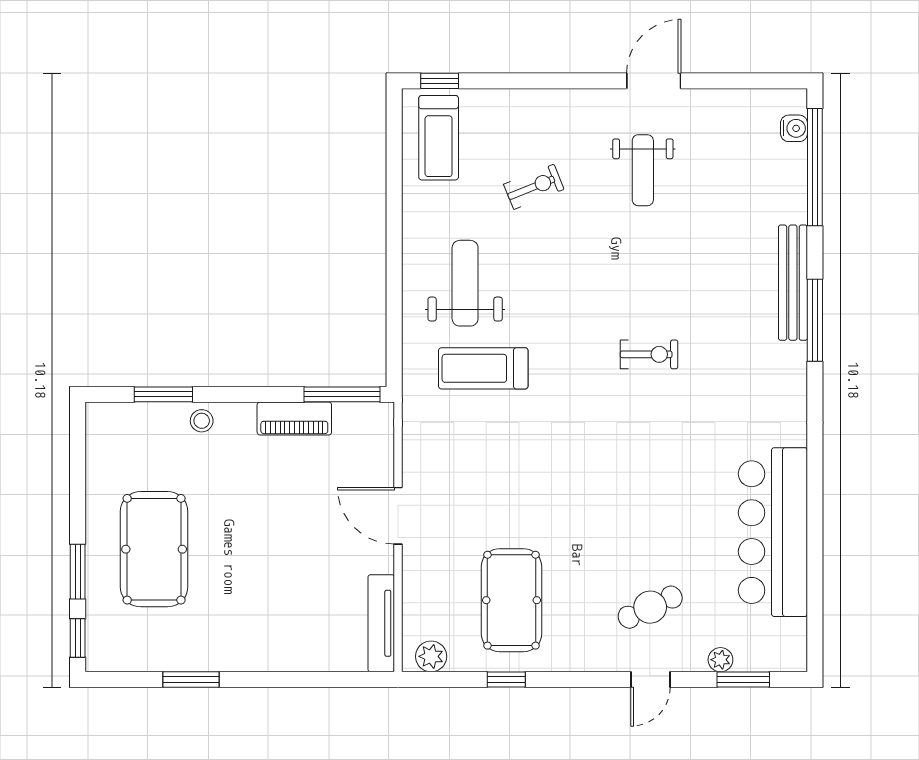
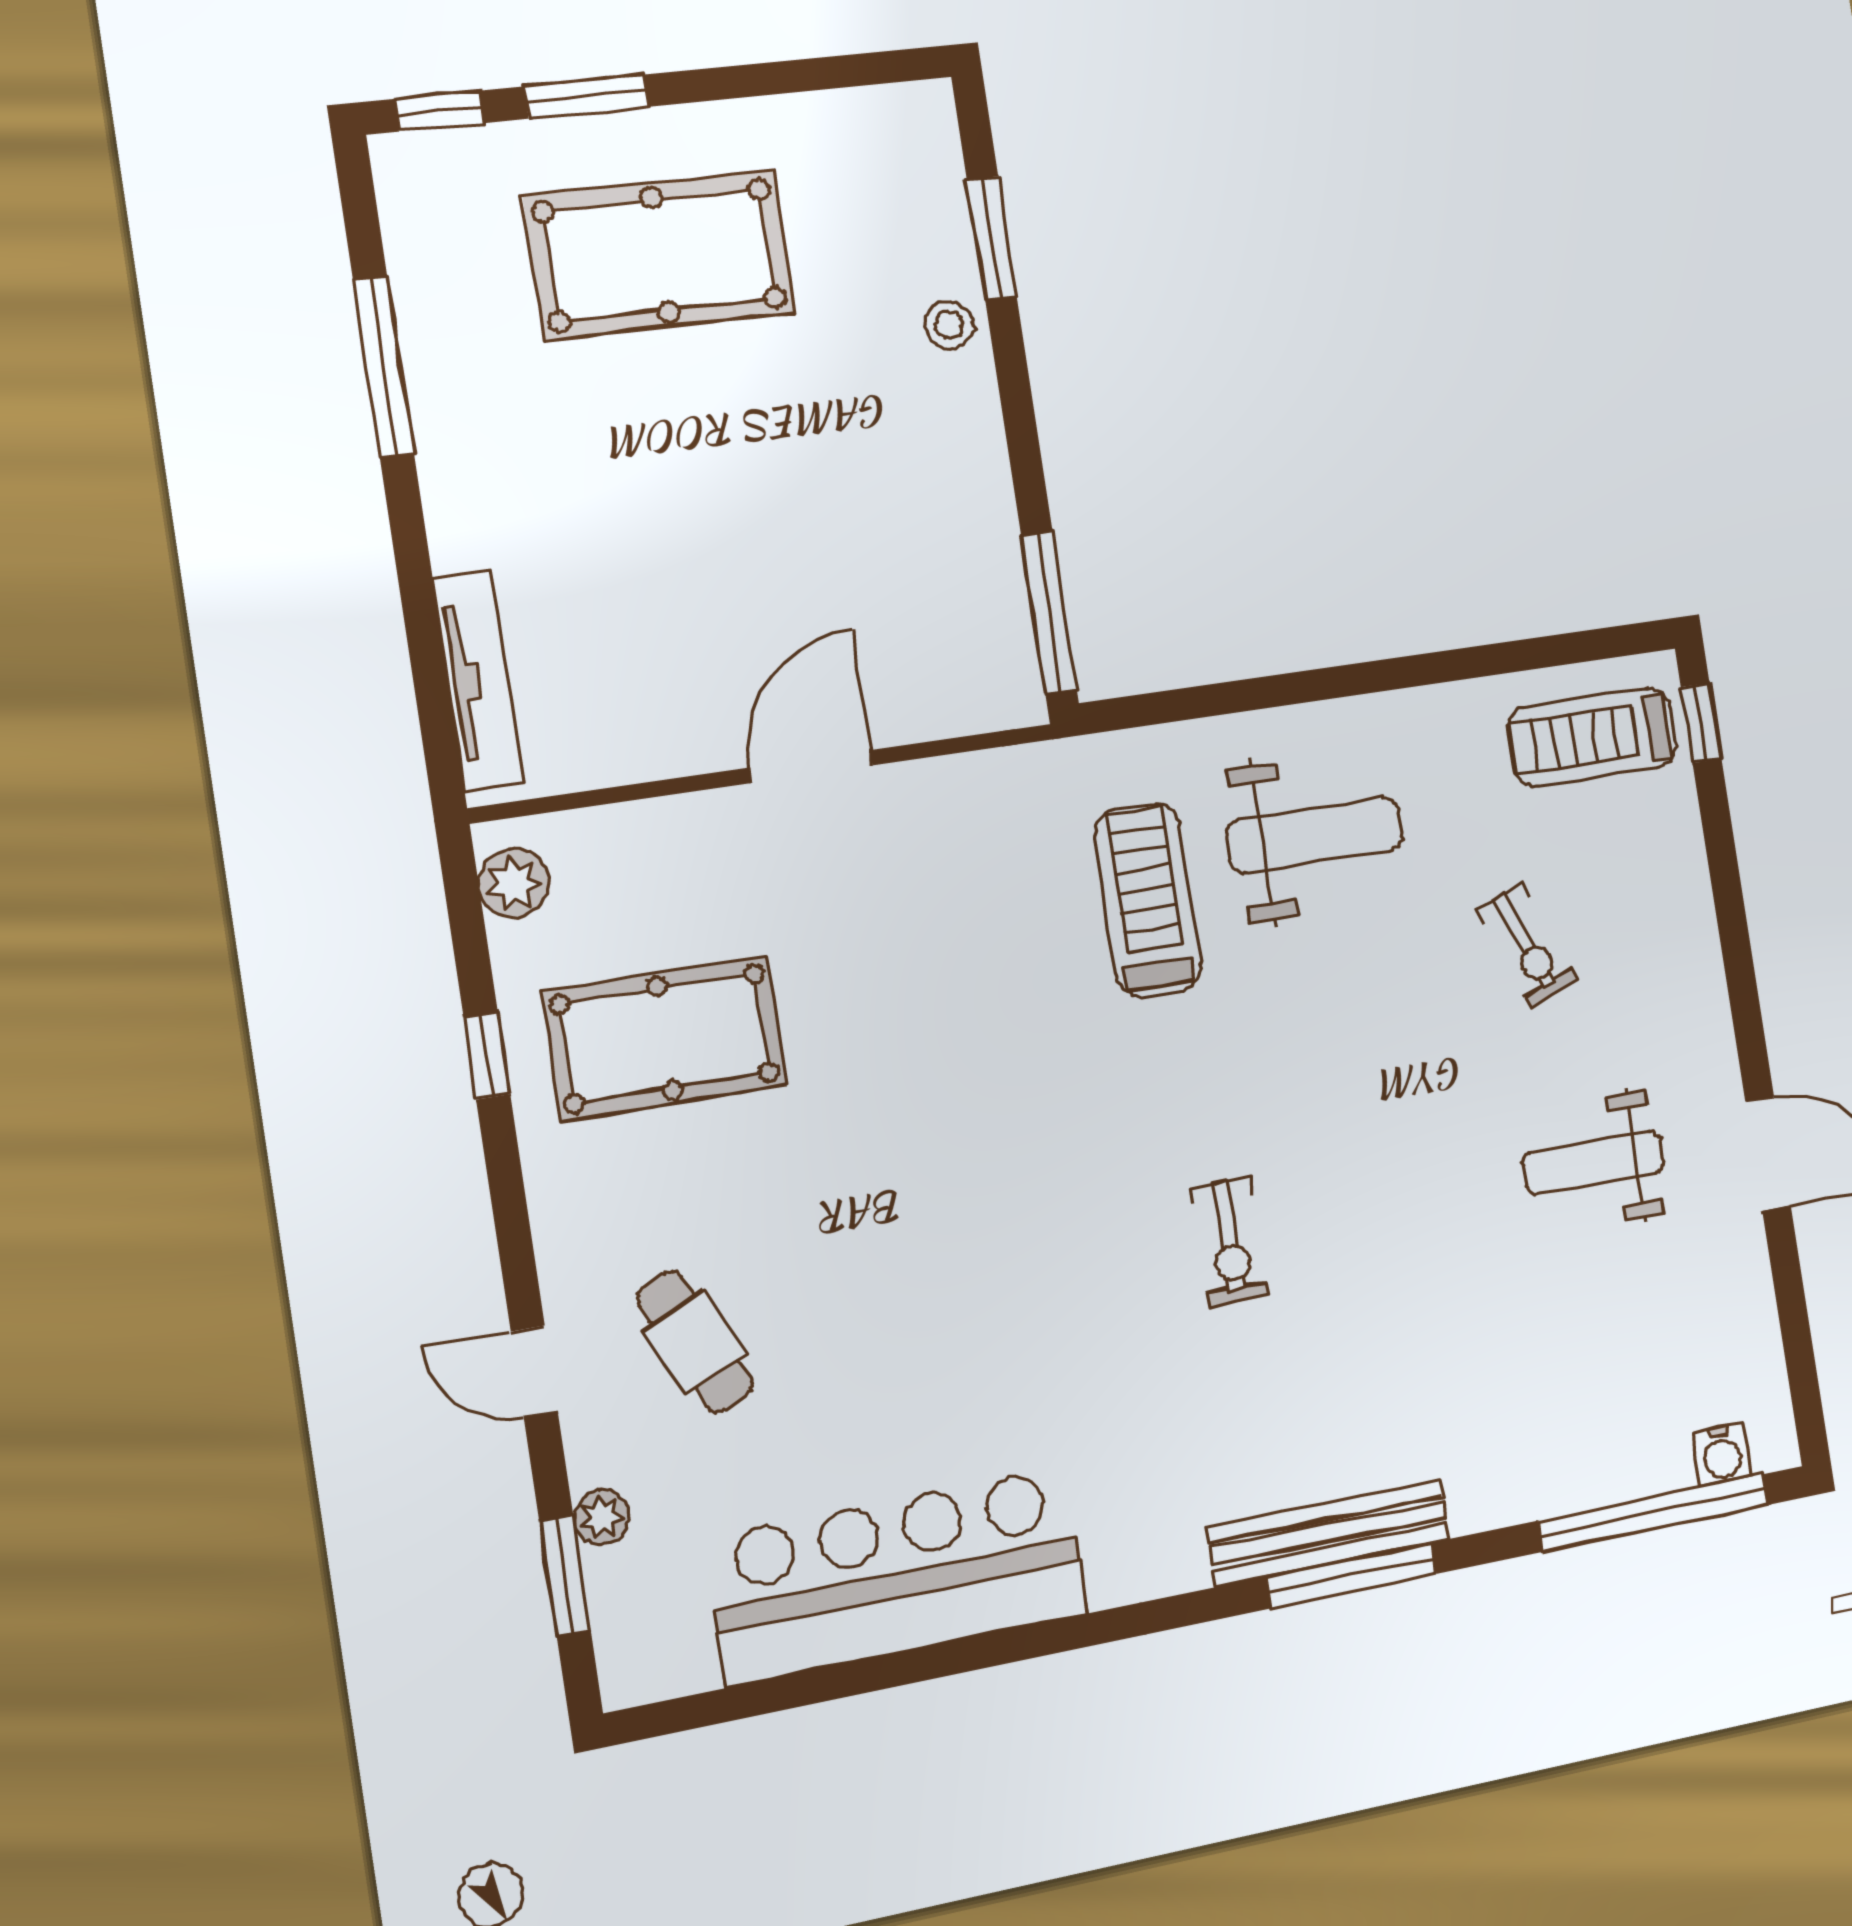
bench: (793, 283) -> (1328, 1533), moved
piano: (294, 419) -> (983, 519), removed
tv unit: (381, 623) -> (478, 681), moved, turned 90
window: (191, 679) -> (384, 367), width x1.44

